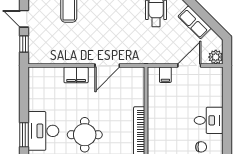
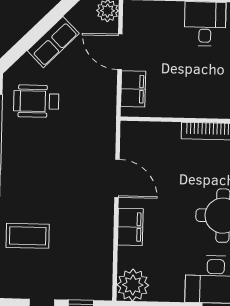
filing cabinet: (165, 75) -> (133, 89), width x2.00
plant: (38, 77) -> (133, 285), added

